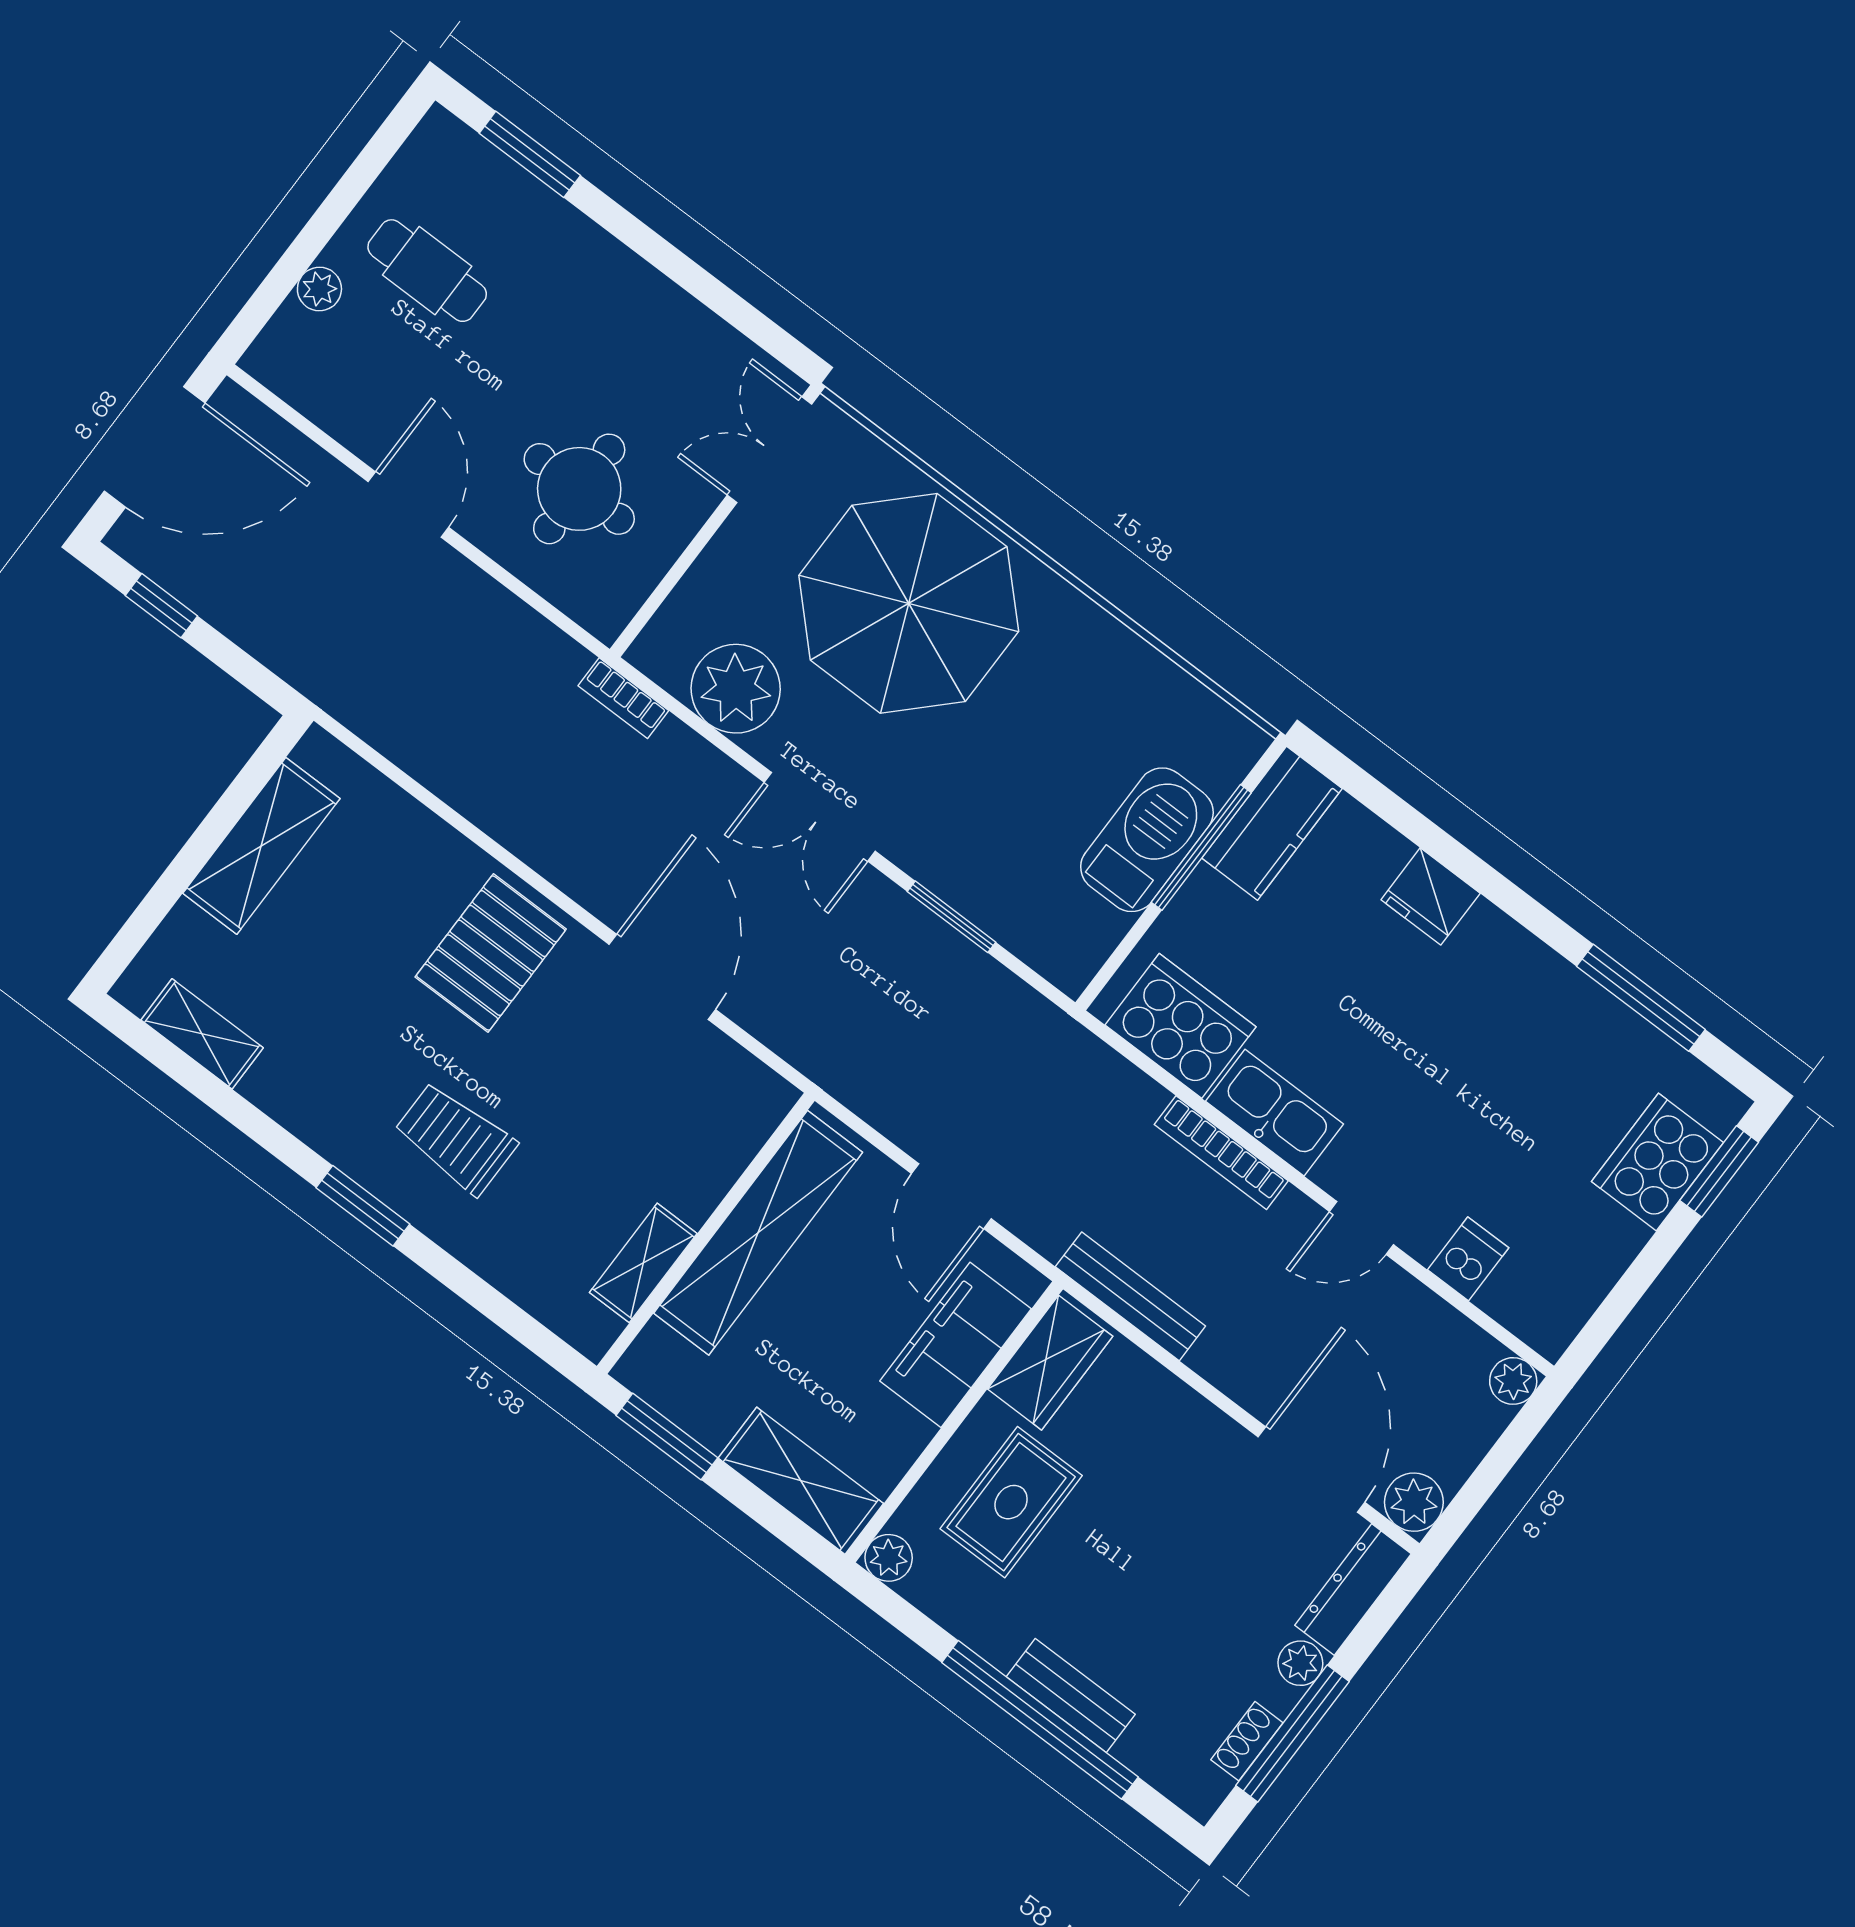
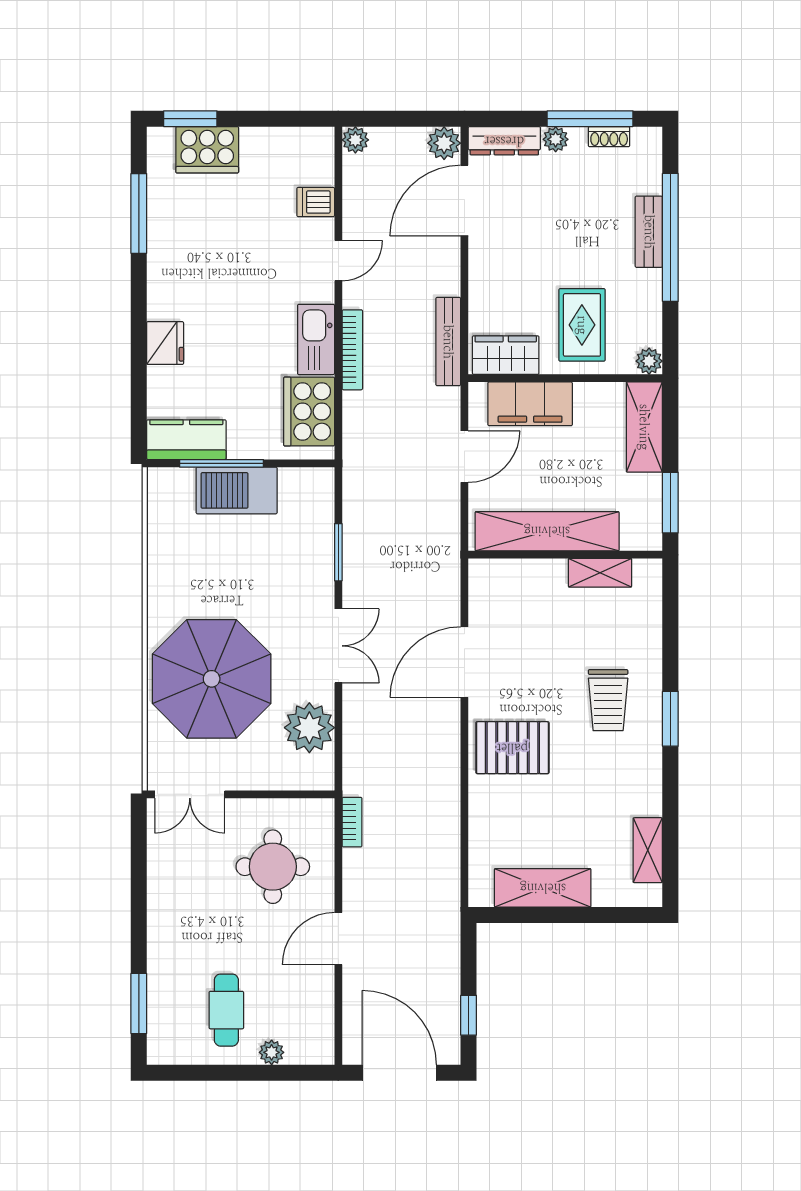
bookcase: (623, 698) -> (352, 822), moved
door: (1362, 1228) -> (338, 261), hinge flipped
rug: (1011, 1502) -> (582, 325), turned 90

